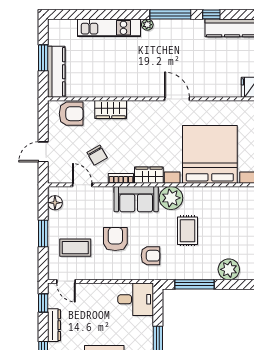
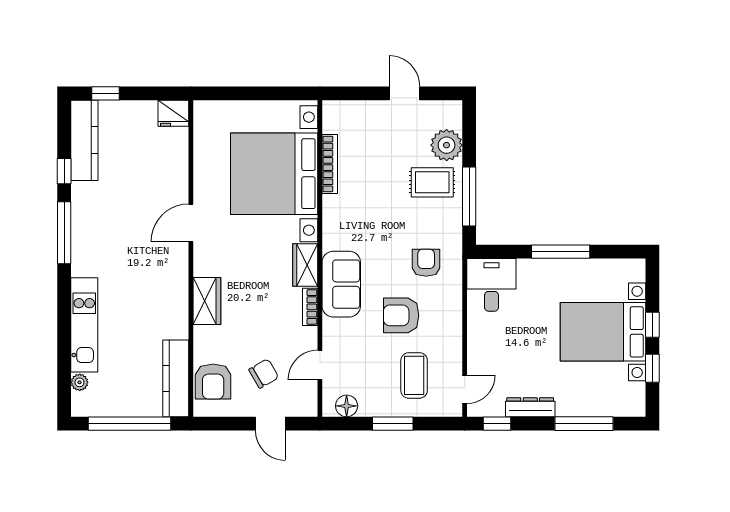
plant: (147, 25) -> (80, 382), moved
window: (43, 58) -> (129, 424), width x2.11
kitchen counter: (56, 72) -> (176, 378), moved, turned -90
wardrobe: (111, 110) -> (207, 301), moved
armchair: (71, 114) -> (213, 382), turned 180
chair: (97, 155) -> (264, 373), moved
bookcase: (216, 191) -> (330, 164), added
plant: (171, 198) -> (340, 232), removed
rug: (187, 231) -> (432, 182), moved

